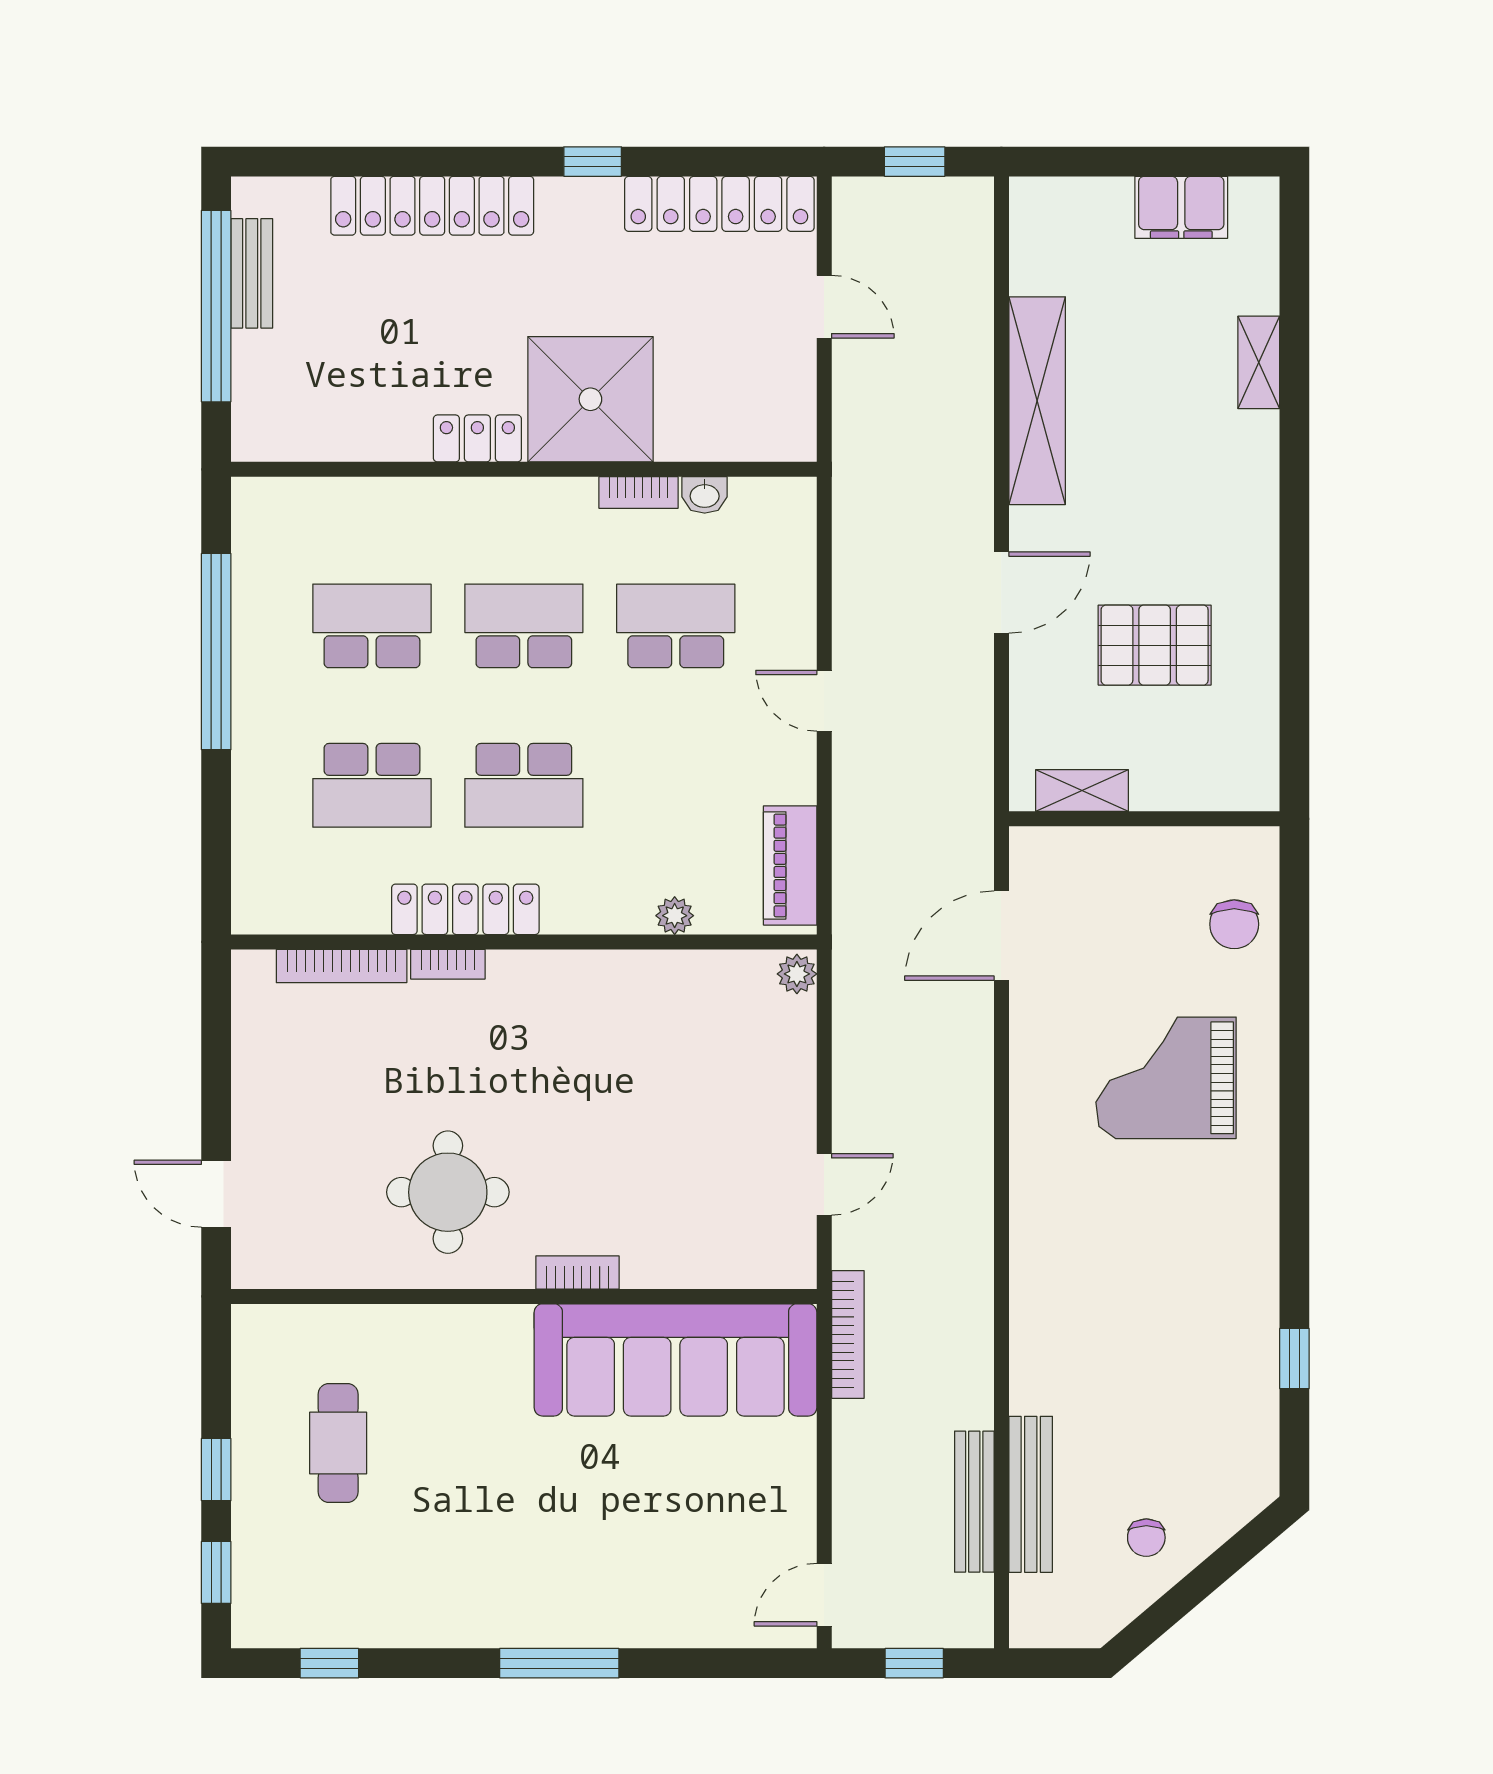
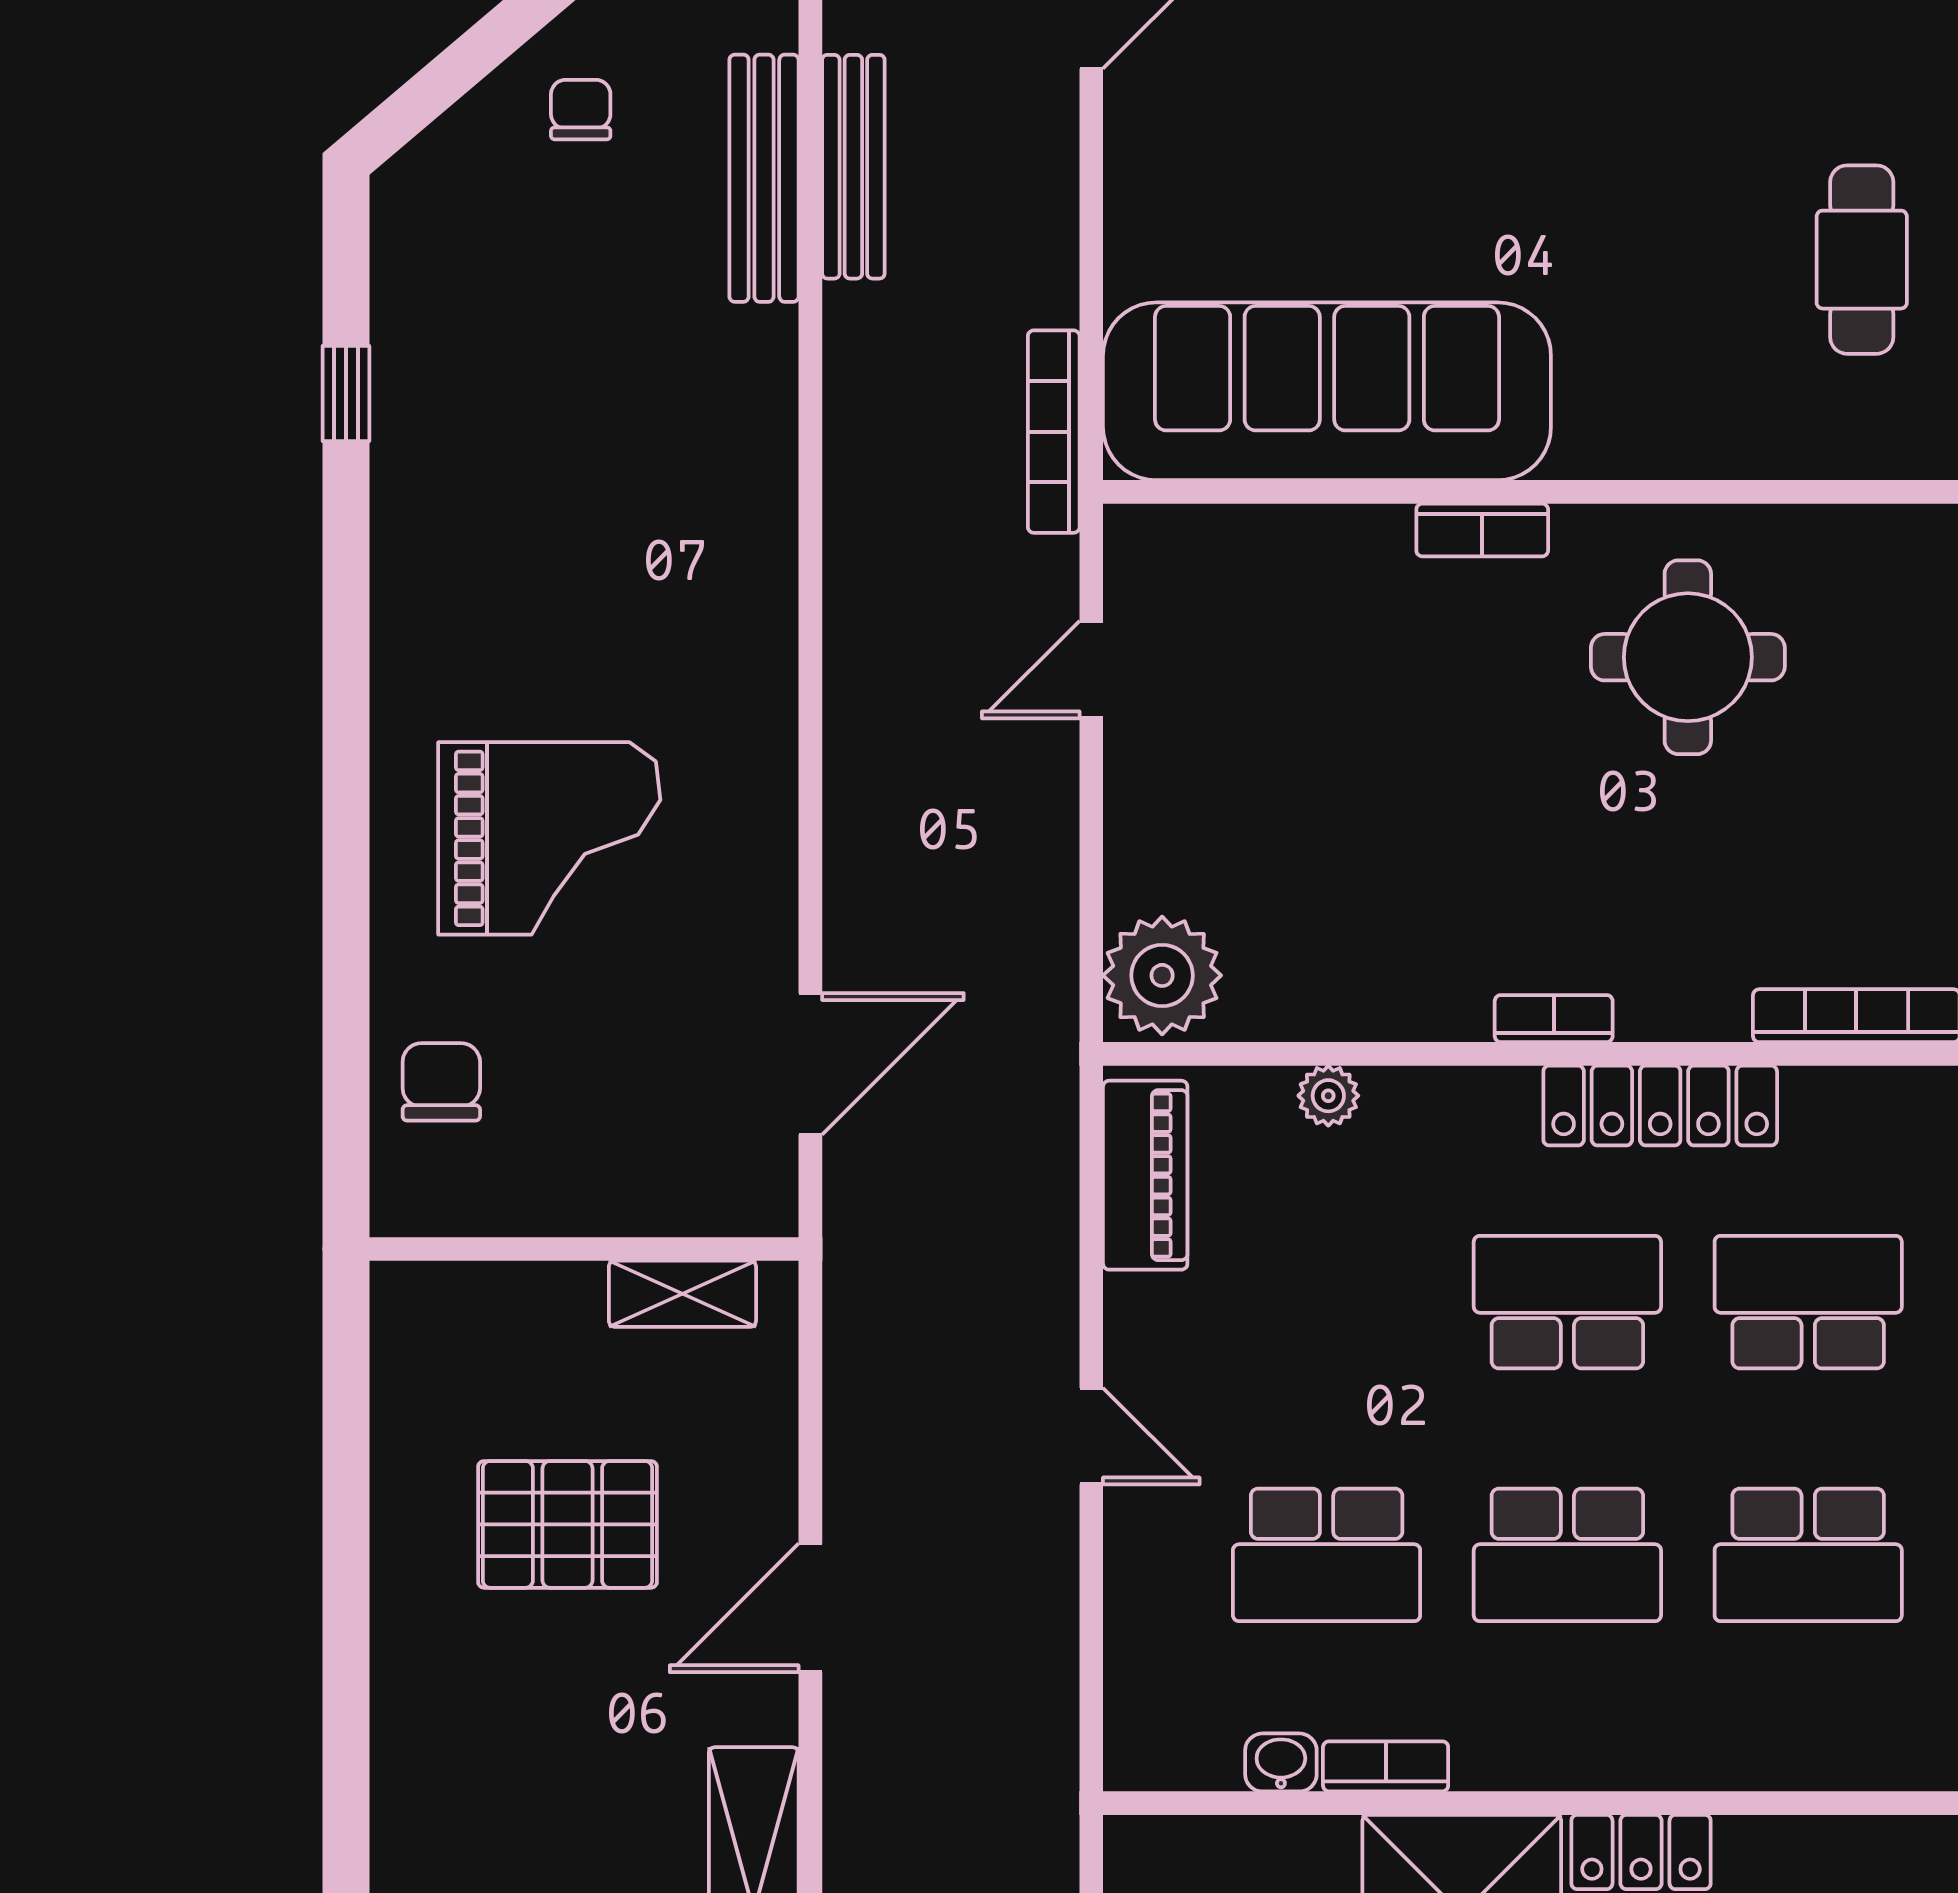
bookcase: (448, 964) -> (1554, 1019), moved
plant: (797, 974) -> (1162, 975), width x1.88, depth x1.88

